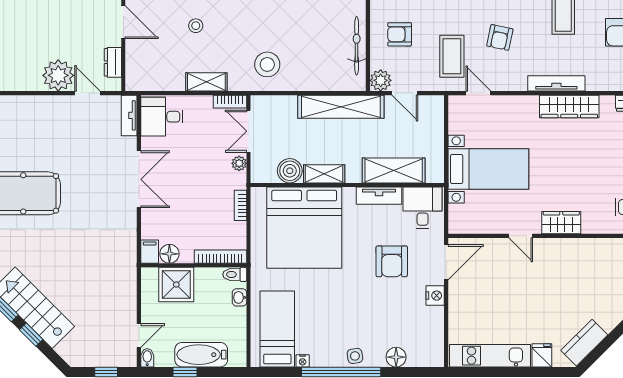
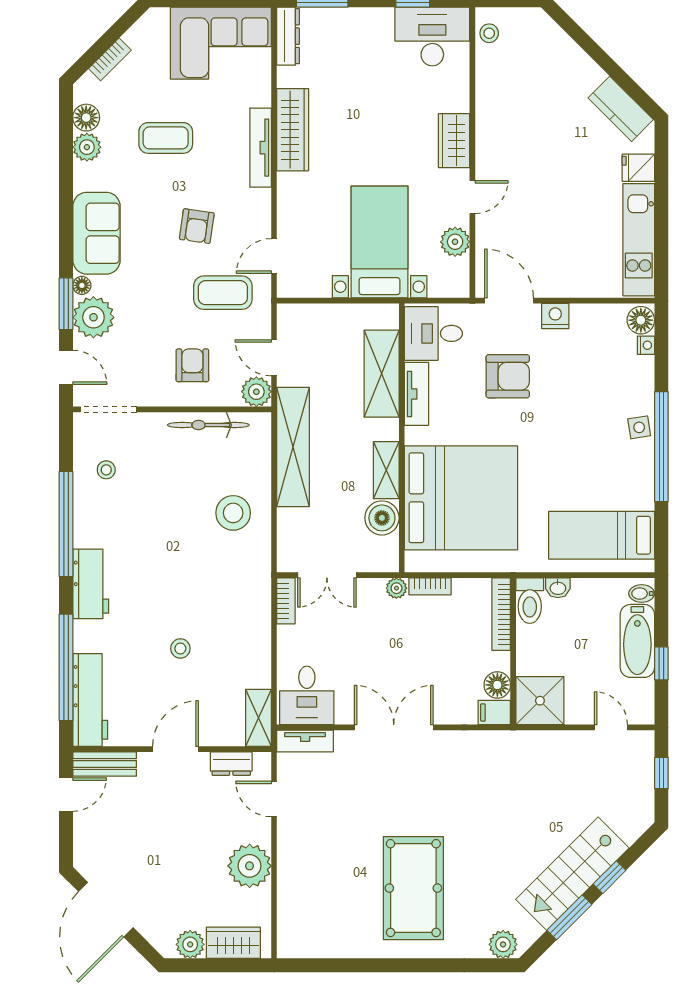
armchair: (400, 34) -> (192, 365), turned 180
armchair: (500, 37) -> (197, 226), turned 86
stool: (267, 64) -> (233, 513), moved
plant: (58, 75) -> (250, 866), moved
shelving: (206, 82) -> (258, 718), moved
door: (87, 93) -> (274, 799), hinge flipped
door: (405, 93) -> (274, 358), swing flipped
plant: (239, 163) -> (396, 588), moved
plant: (489, 223) -> (455, 242), added
toilet: (235, 274) -> (530, 601), width x1.37, depth x1.39
shower: (176, 285) -> (540, 701), moved
floor lamp: (396, 357) -> (641, 320), moved
bidet: (147, 358) -> (642, 594), moved
nightstand: (303, 361) -> (646, 345), moved

